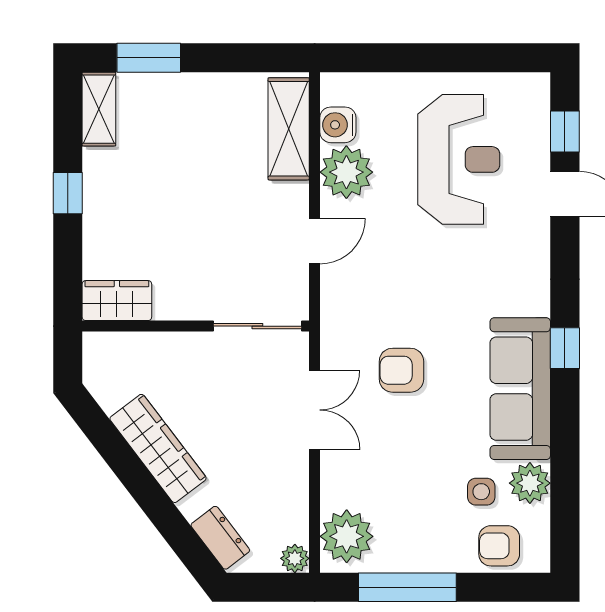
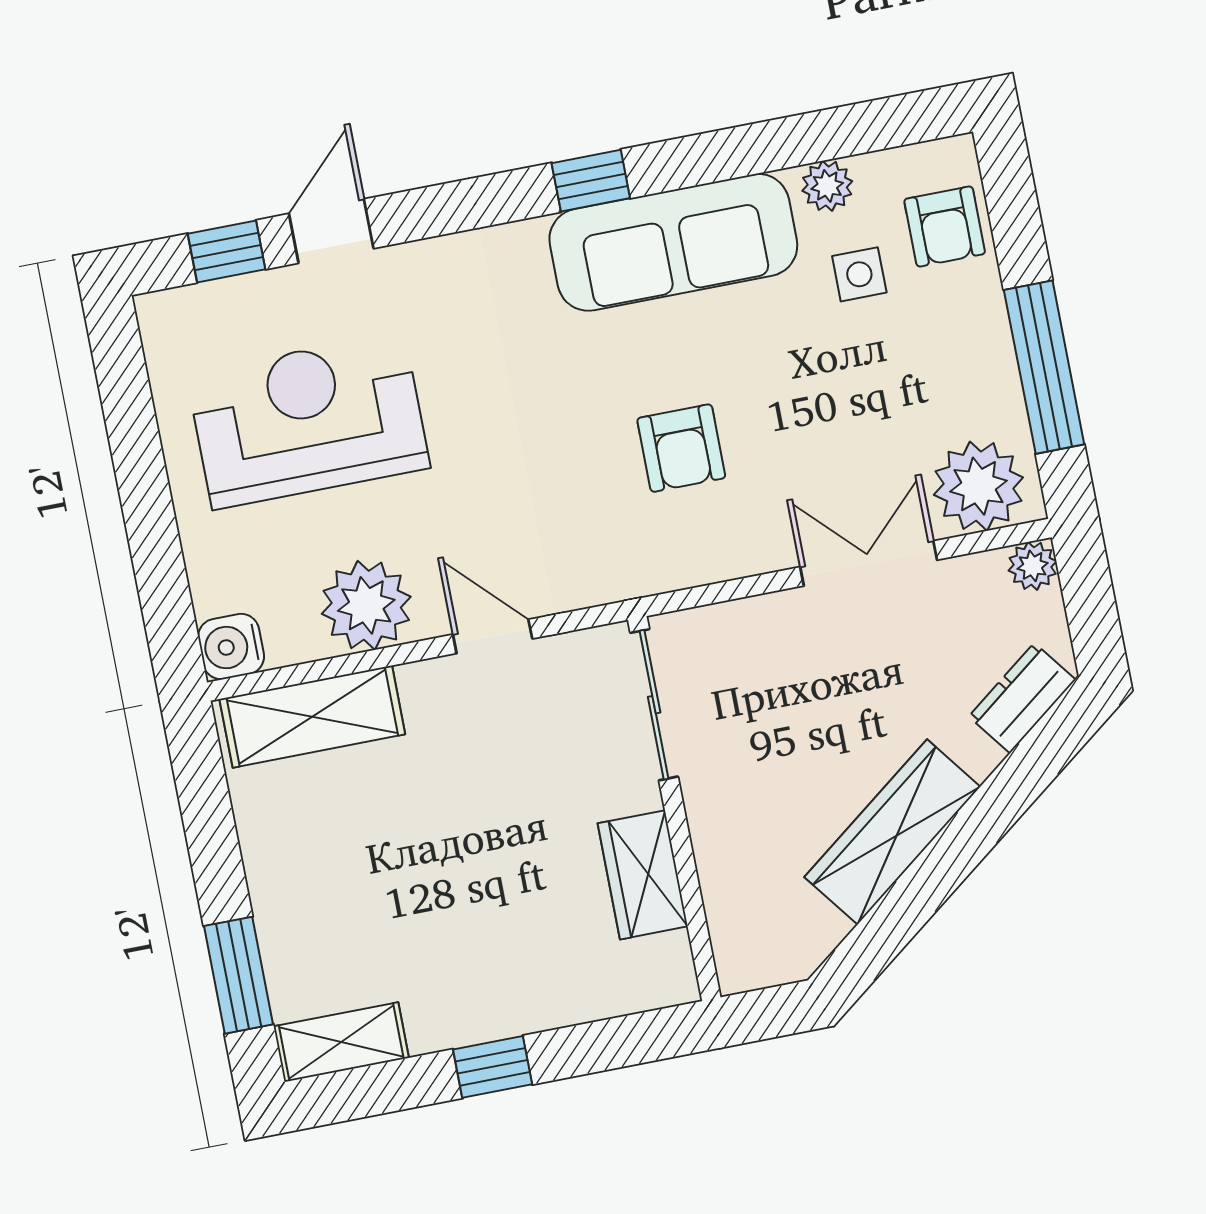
water cooler: (338, 125) -> (231, 647), moved, turned 90
wardrobe: (117, 301) -> (643, 875), moved
double door: (315, 410) -> (869, 563), moved
plant: (530, 483) -> (827, 186), width x0.73, depth x0.73

